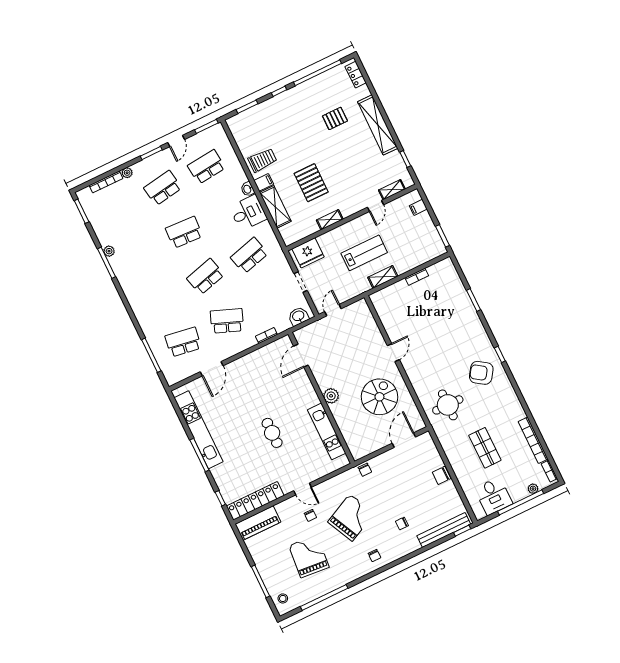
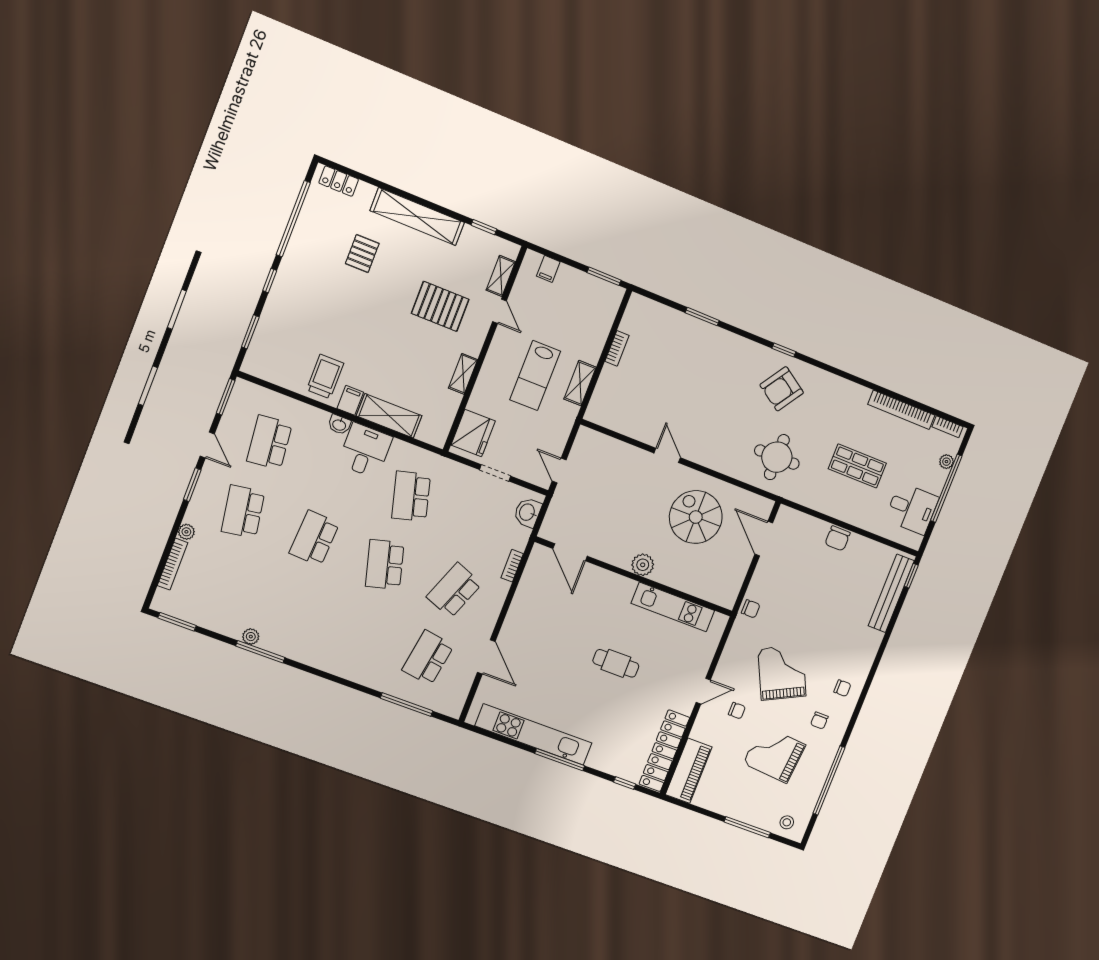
pallet: (311, 183) -> (440, 306), moved
lab bench: (364, 253) -> (535, 375), turned 180
chair: (402, 523) -> (819, 720), moved

